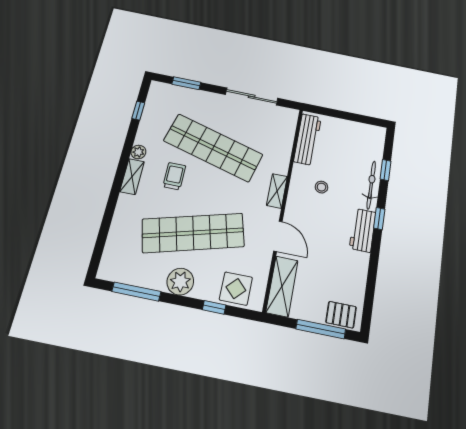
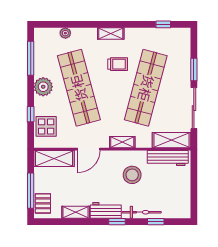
window: (186, 83) -> (194, 70), moved
shelving: (286, 130) -> (172, 140), added
plant: (138, 152) -> (65, 33), moved
stool: (321, 187) -> (132, 175), width x1.89, depth x1.89
shelving: (359, 271) -> (76, 212), added

